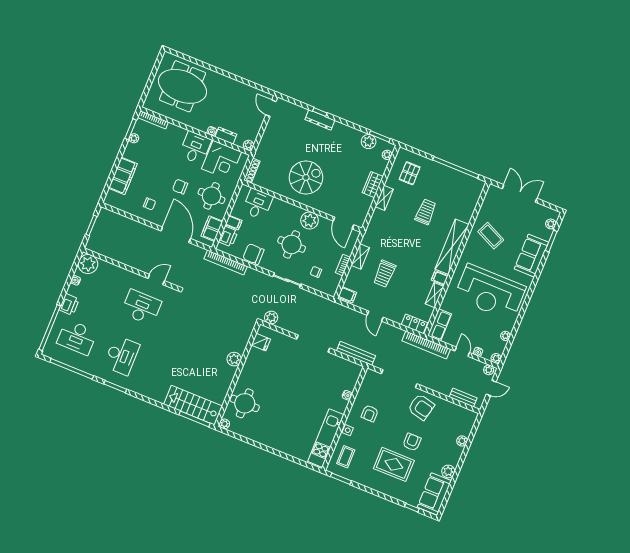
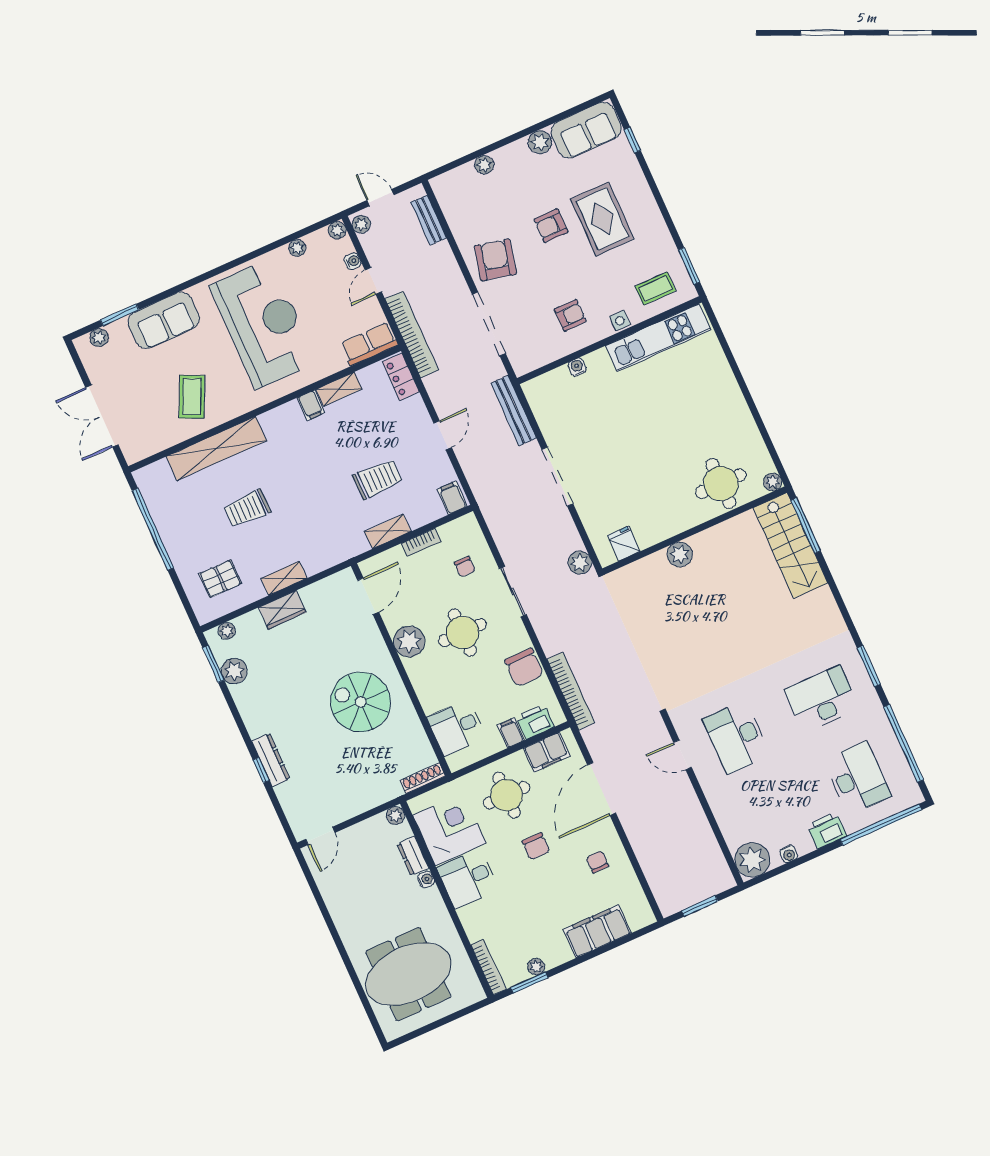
meeting table: (183, 86) -> (408, 974), turned 90
shelving: (452, 247) -> (216, 448), moved

